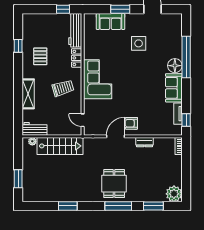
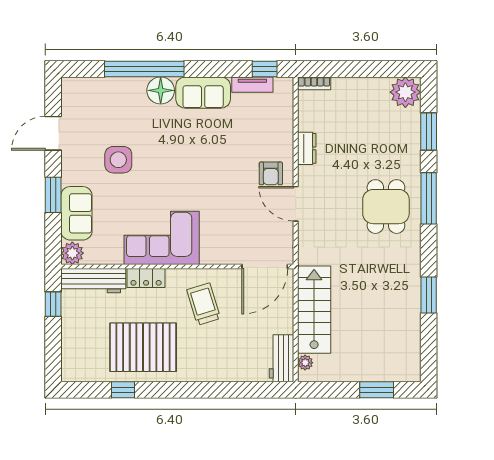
plant: (90, 19) -> (72, 253), added
pallet: (40, 56) -> (143, 347), width x2.05, depth x2.00
corner sofa: (98, 79) -> (162, 238), moved
shelving: (28, 94) -> (215, 371), removed
door: (83, 120) -> (265, 267), width x1.88
dining table: (114, 184) -> (386, 207), turned 90

